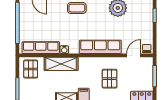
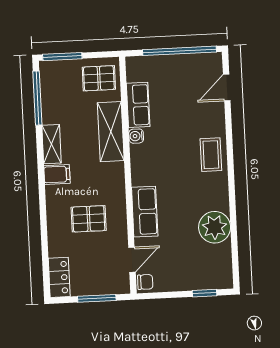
row of seats: (100, 47) -> (145, 212), width x0.68
row of seats: (41, 48) -> (138, 105), width x0.68
door: (134, 55) -> (132, 260), hinge flipped

